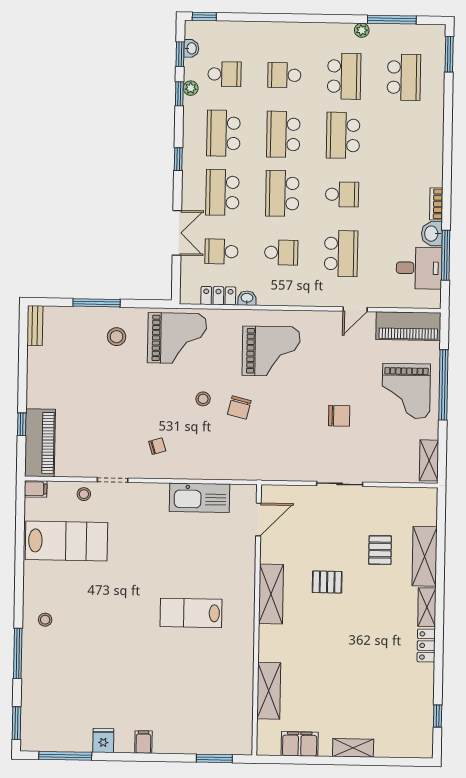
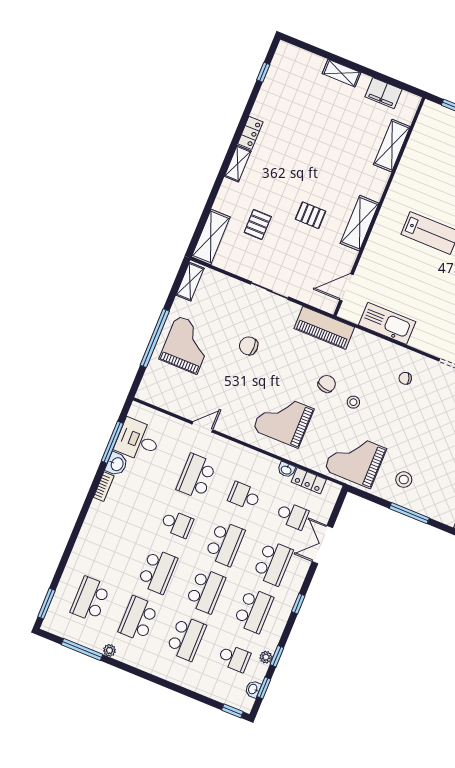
school desk: (225, 74) -> (234, 658), turned 180
school desk: (284, 75) -> (186, 638), width x1.85
school desk: (342, 194) -> (177, 524), turned 180
piano: (408, 326) -> (324, 328), moved, turned 180
shelving: (425, 556) -> (211, 237), moved

